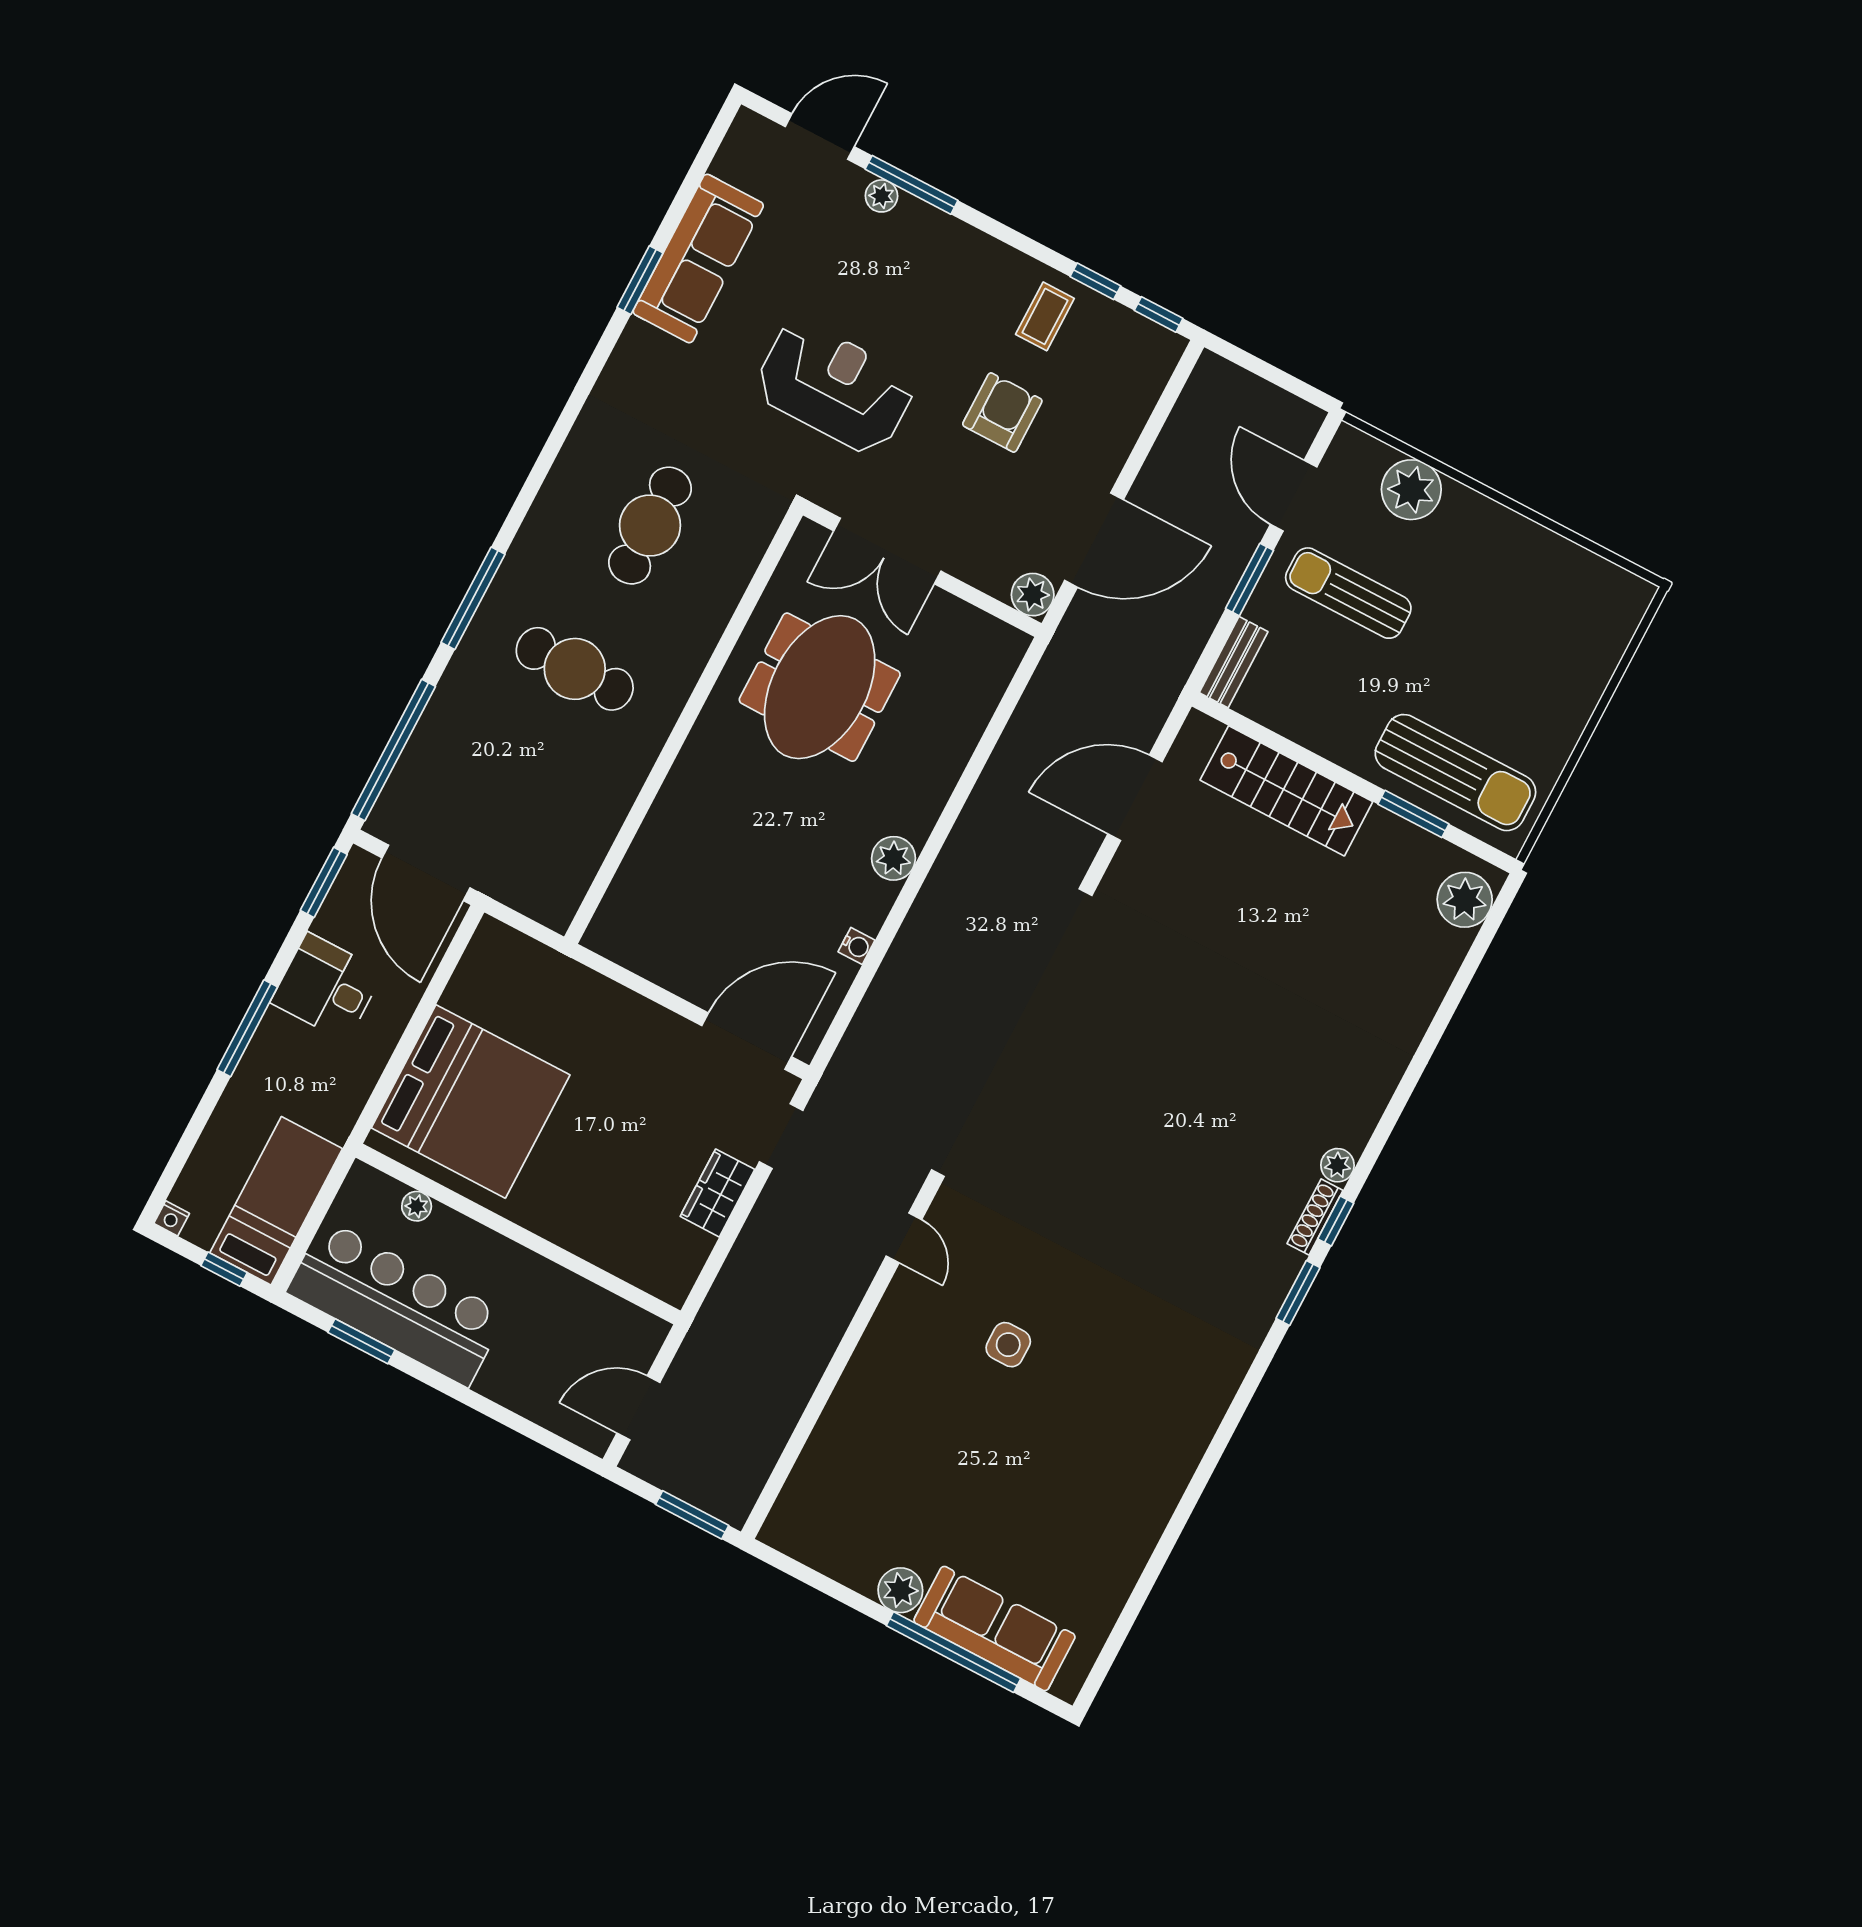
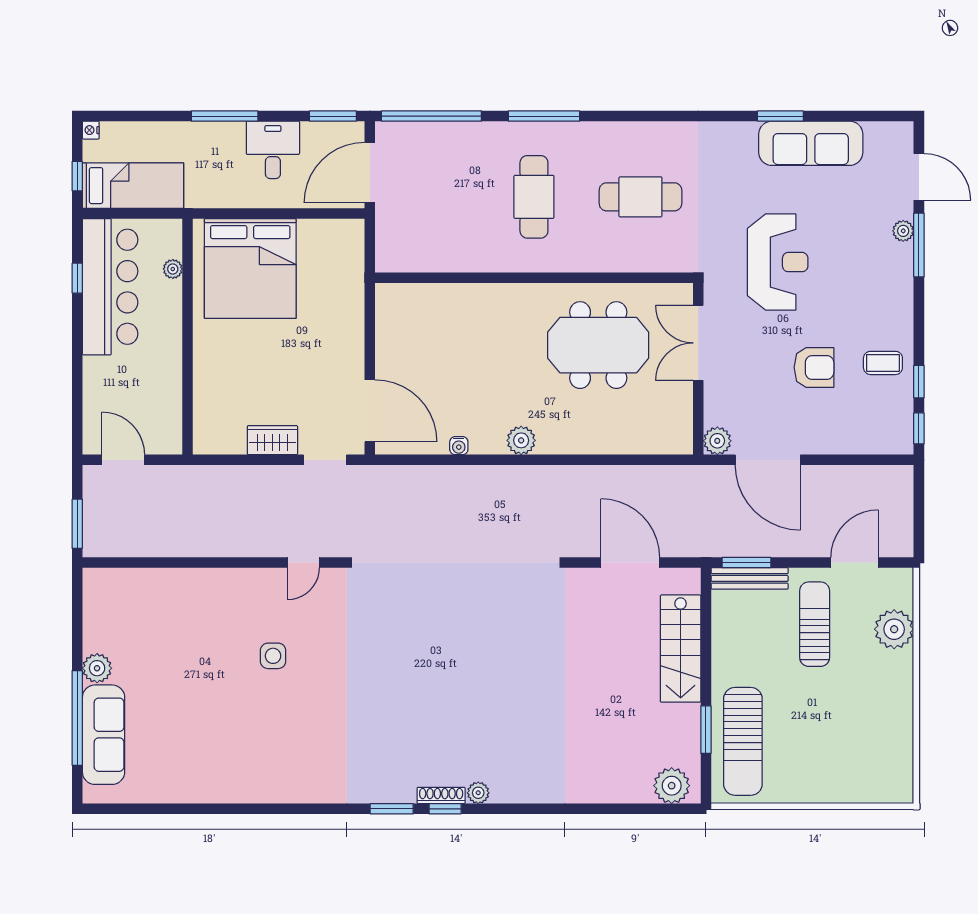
window: (1250, 580) -> (746, 562), moved
bench: (1234, 662) -> (750, 578), width x1.36
window: (361, 1341) -> (77, 278), width x0.67

